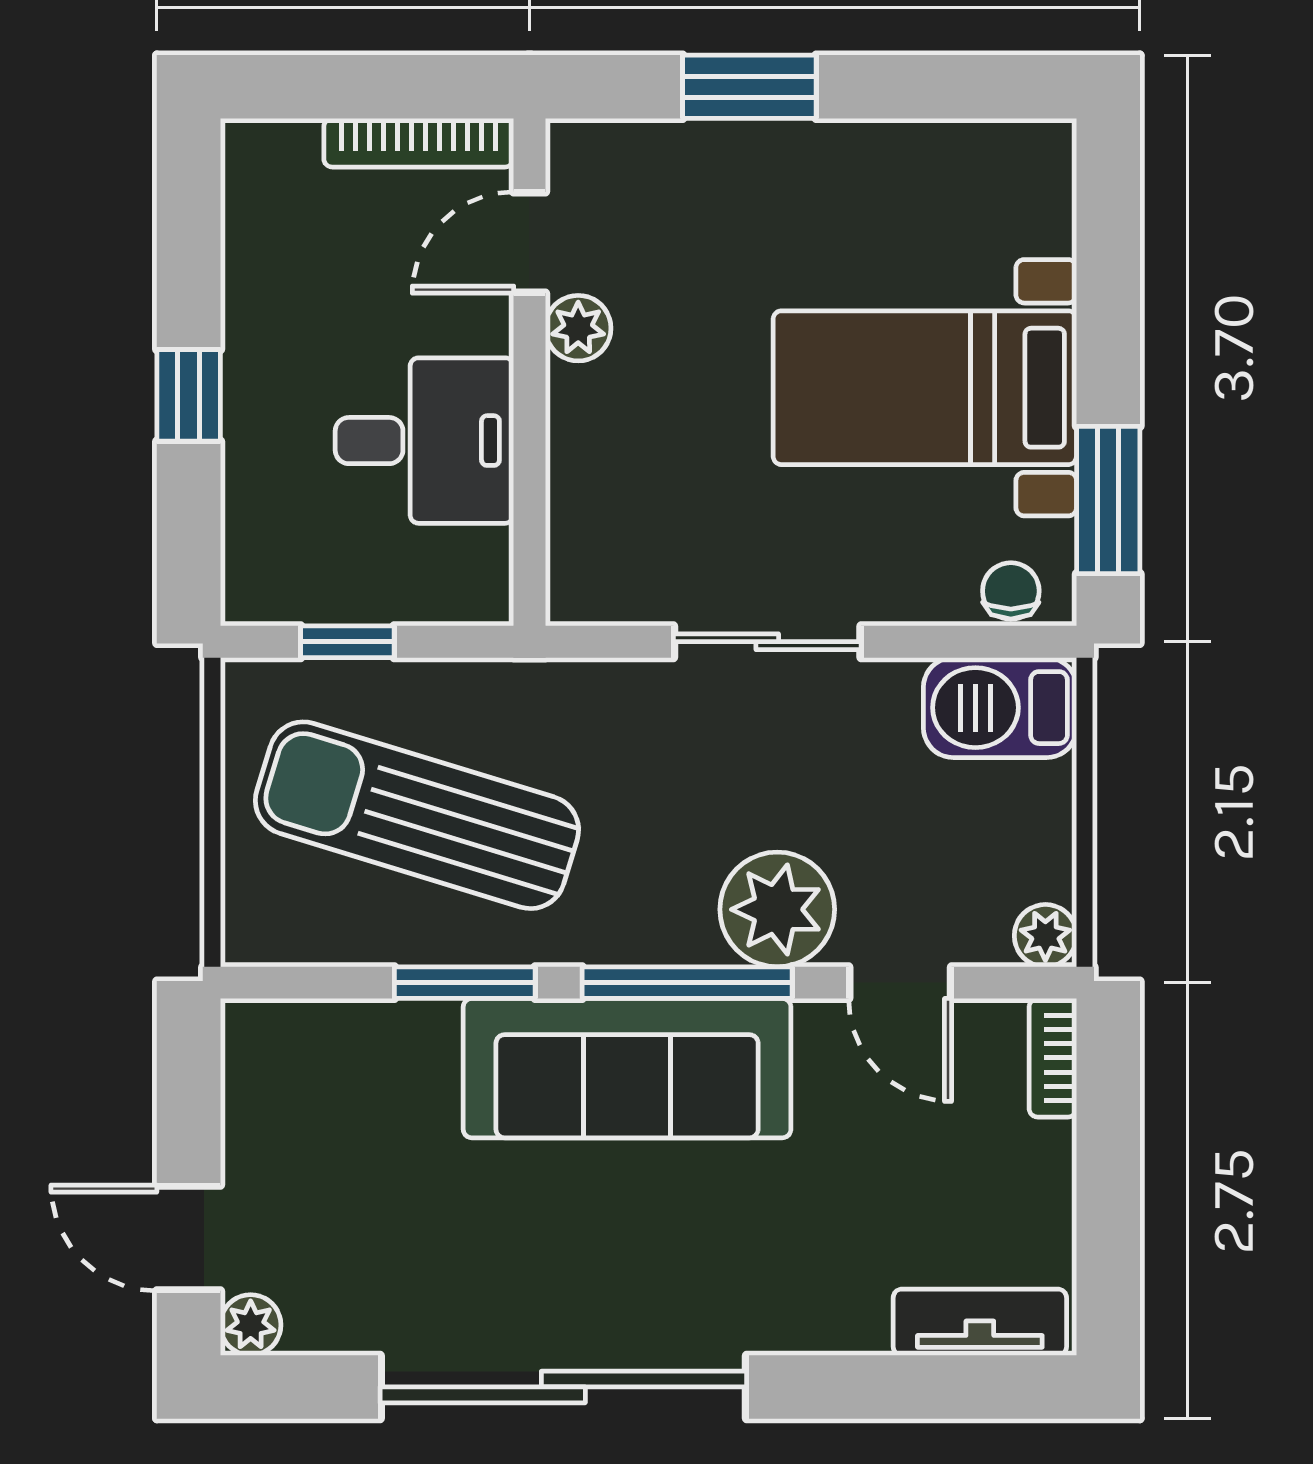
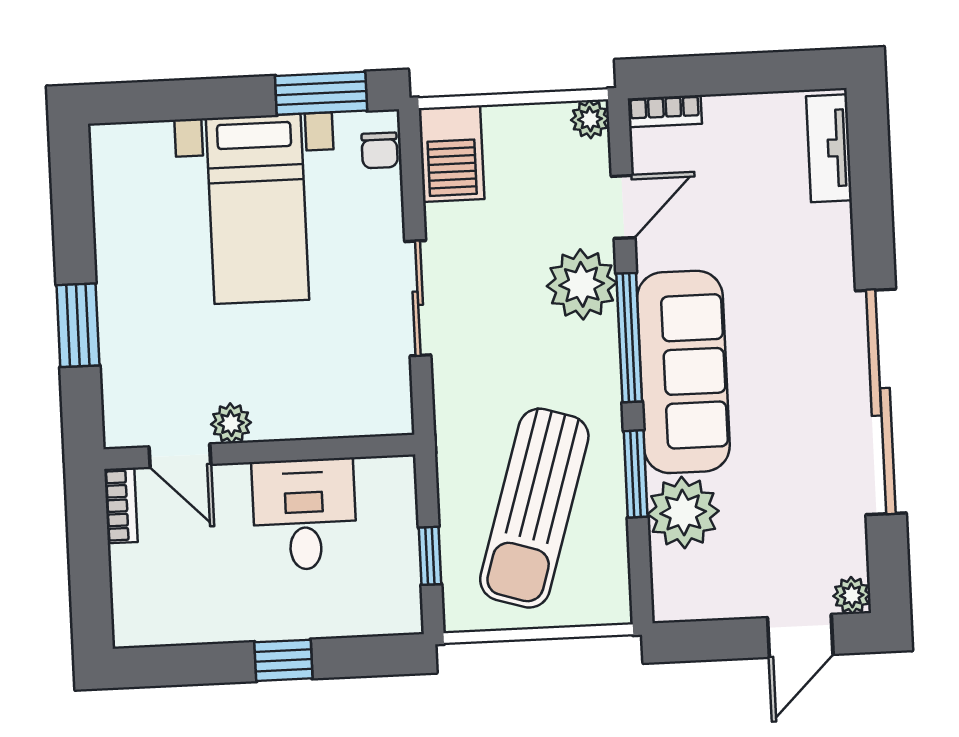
bookcase: (419, 143) -> (121, 505), width x0.64
chair: (1011, 591) -> (380, 150), turned -90
plant: (398, 1057) -> (683, 512), added

